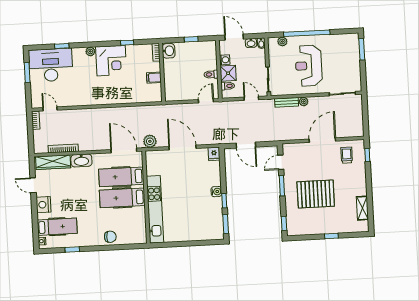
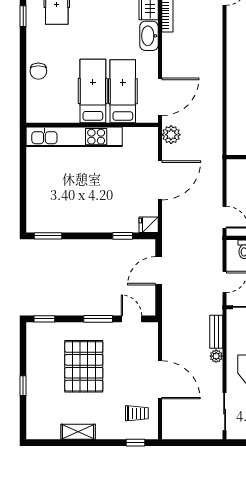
water cooler: (216, 192) -> (95, 225), removed
window: (224, 201) -> (123, 236), moved
shelving: (362, 208) -> (78, 432), moved

